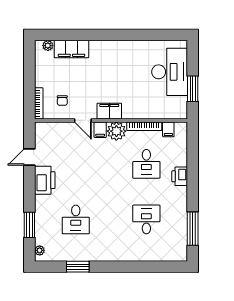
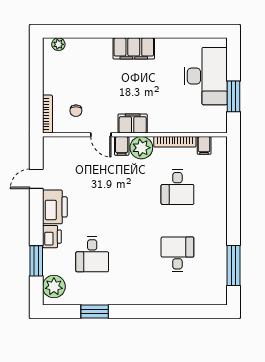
filing cabinet: (71, 49) -> (134, 48), moved
printer: (180, 176) -> (52, 237), moved, turned 180
plant: (40, 250) -> (54, 287), width x1.87, depth x1.87

